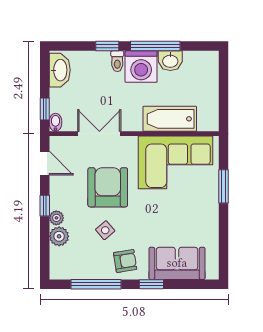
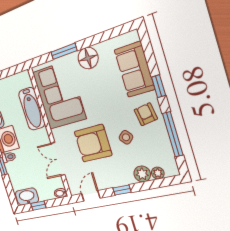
window: (45, 109) -> (38, 206), moved
floor lamp: (206, 214) -> (88, 58), added
plant: (56, 218) -> (158, 173), moved

